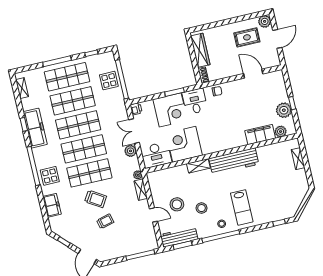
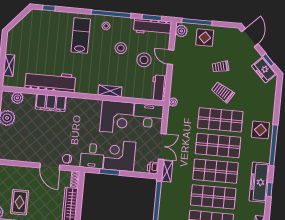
rug: (247, 37) -> (20, 202), turned 90
door: (253, 74) -> (50, 166), moved
display table: (109, 81) -> (205, 38), moved
filing cabinet: (260, 135) -> (51, 103), moved
plant: (130, 151) -> (181, 31), moved
workbench: (234, 161) -> (50, 82), moved
workbench: (155, 183) -> (159, 88), added
shelving: (141, 190) -> (167, 171), moved
freezer: (52, 205) -> (264, 70), moved, turned -45

